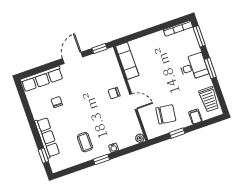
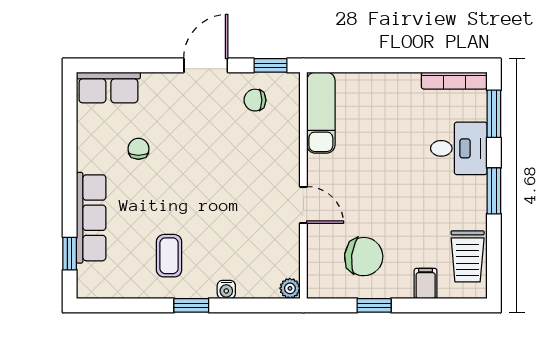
desk: (194, 67) -> (459, 148), moved
row of seats: (42, 79) -> (108, 87), width x0.68
chair: (114, 93) -> (255, 100), moved

